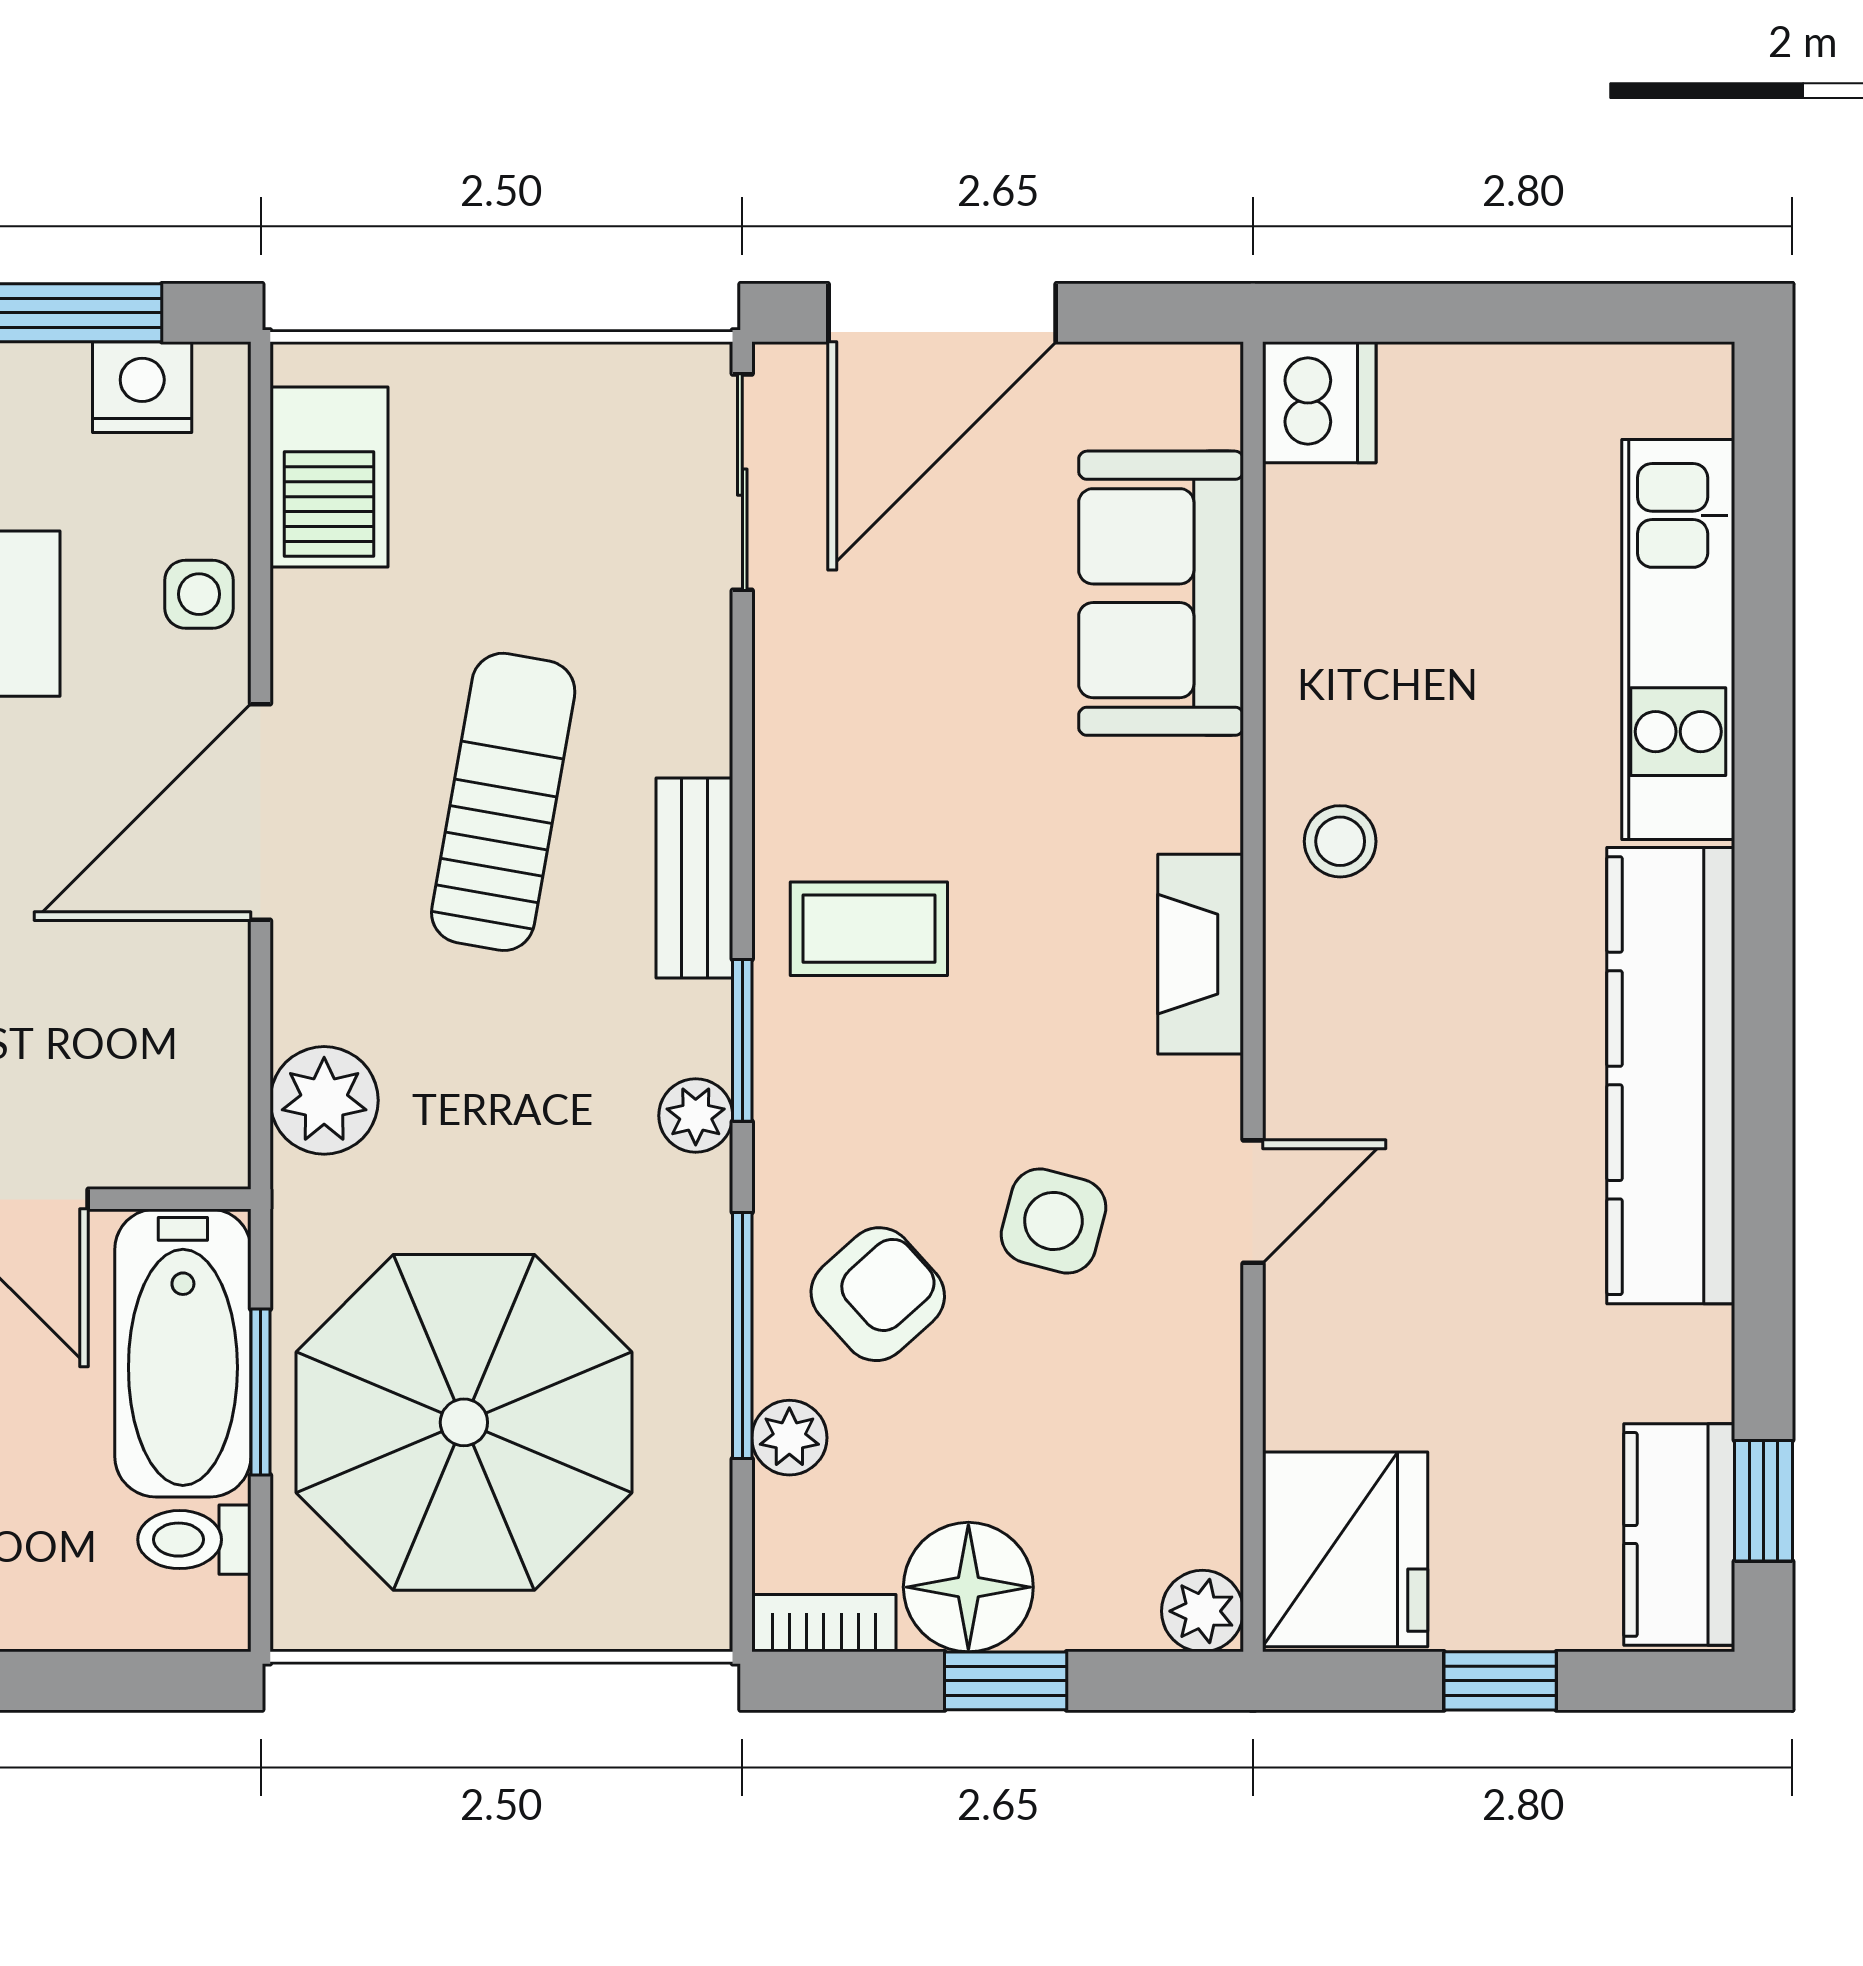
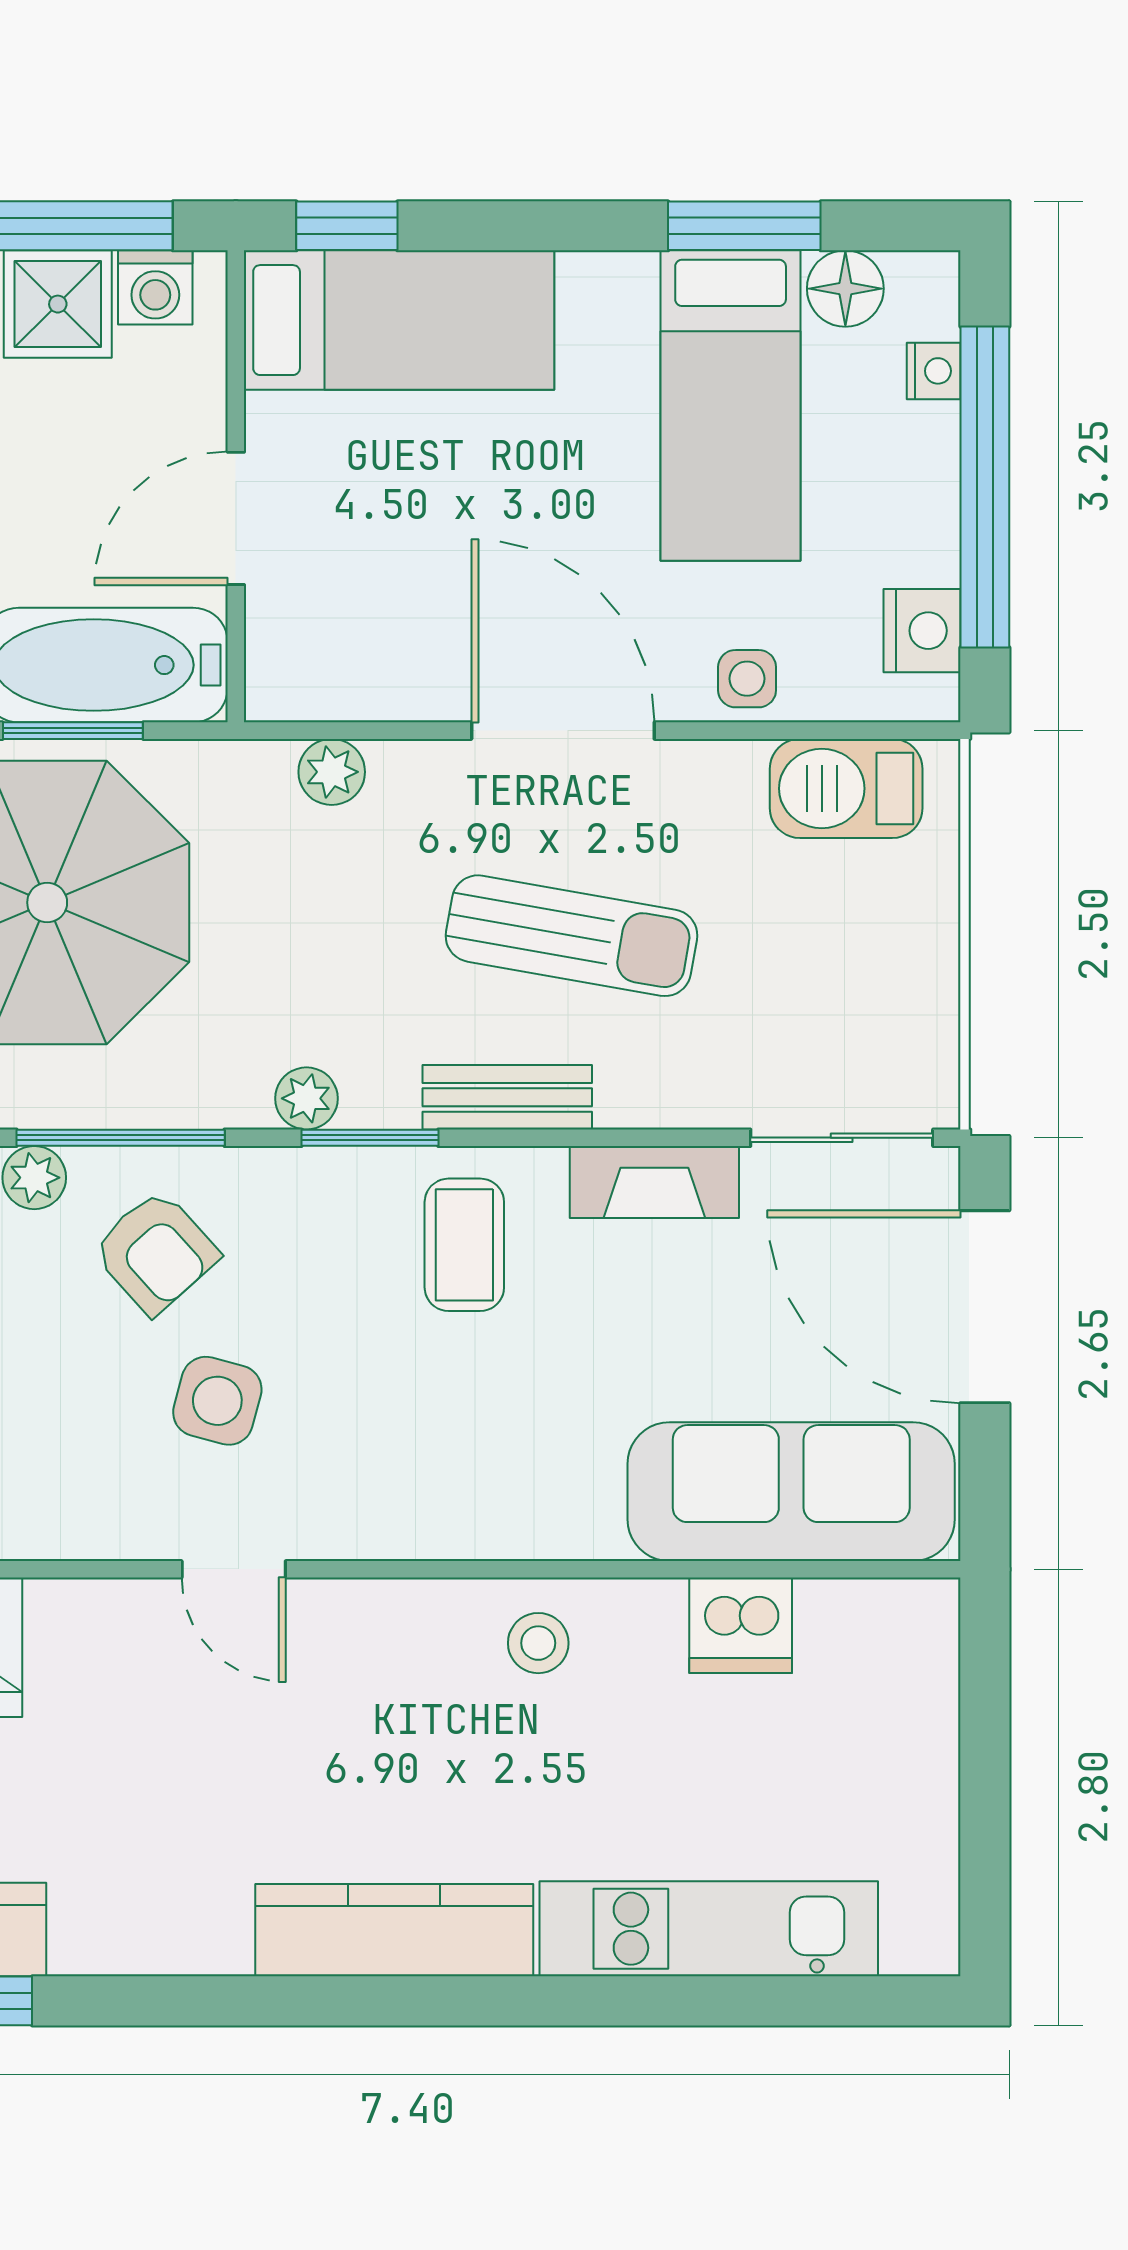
dishwasher: (1319, 402) -> (741, 1625), moved
sofa: (1161, 593) -> (791, 1492), width x1.36
fireplace: (1201, 954) -> (654, 1182), moved, turned 180
kitchen counter: (1671, 1076) -> (394, 1930), width x0.72, depth x0.86
plant: (324, 1100) -> (332, 772), width x0.73, depth x0.73

